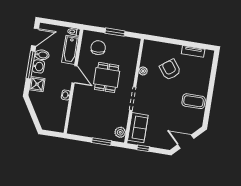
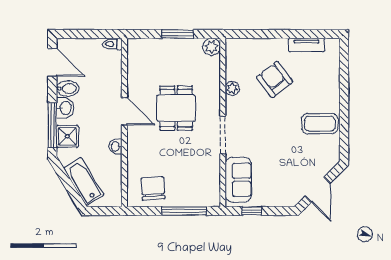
door: (35, 37) -> (52, 62), hinge flipped
chair: (98, 48) -> (153, 188), moved
bathtub: (70, 50) -> (84, 181), moved, turned 149
window: (31, 65) -> (52, 125), moved
plant: (120, 132) -> (212, 47), moved
window: (102, 142) -> (184, 211), width x1.44
door: (186, 142) -> (318, 190), swing flipped

